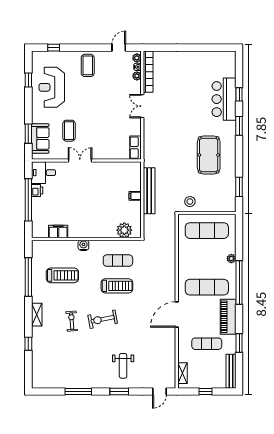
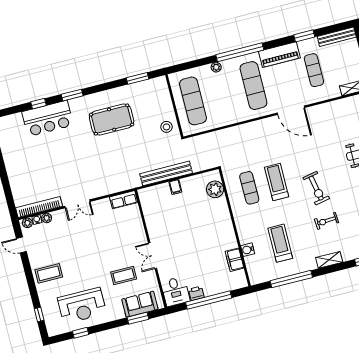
water cooler: (83, 245) -> (248, 250), moved

